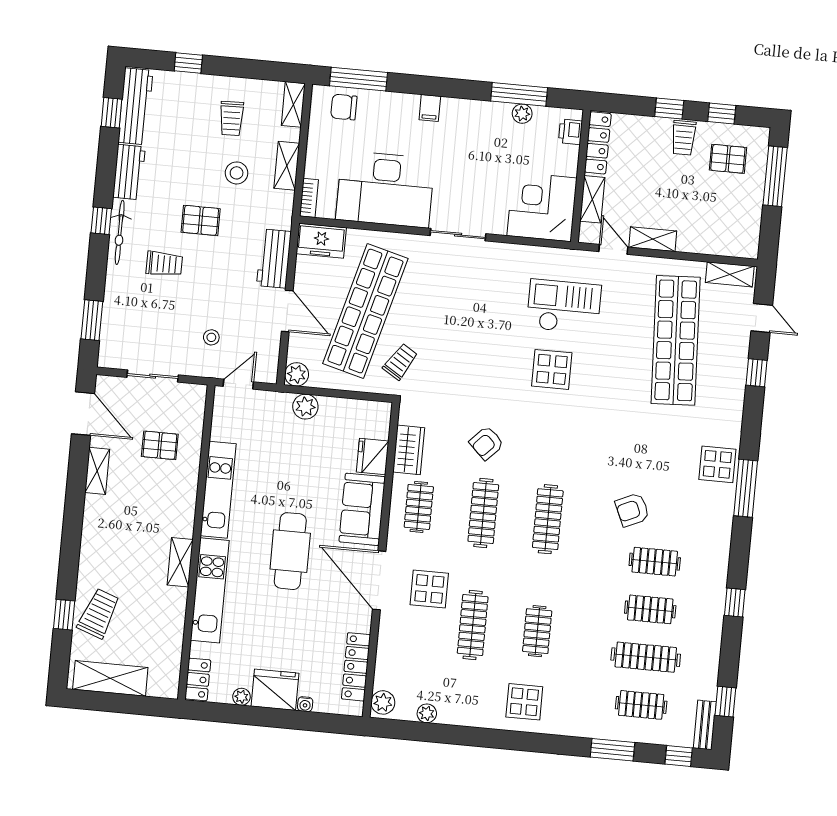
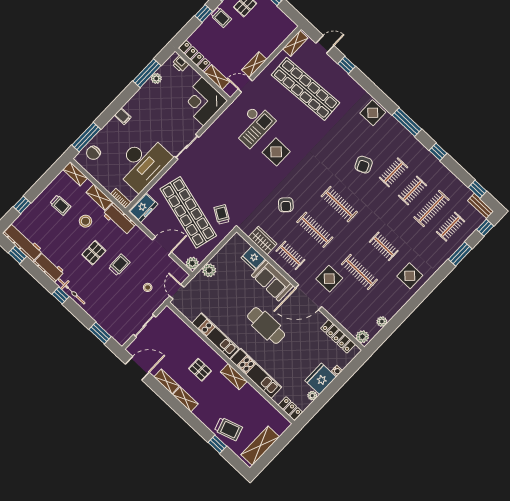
workbench: (274, 259) -> (119, 219), moved
trolley: (164, 264) -> (119, 265), moved
checkout: (564, 307) -> (253, 126), turned 180
pallet: (160, 445) -> (200, 370), moved, turned 90
window: (746, 488) -> (407, 122), moved
shelving: (93, 518) -> (185, 399), added
trolley: (99, 613) -> (228, 429), turned 142

